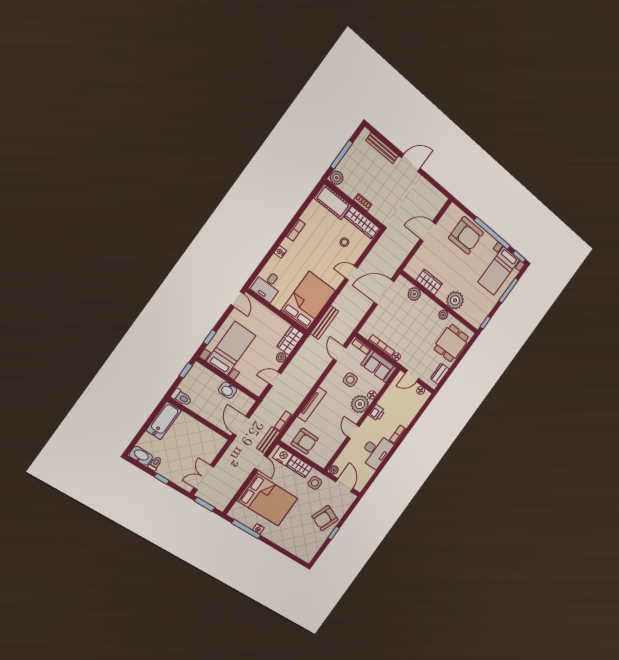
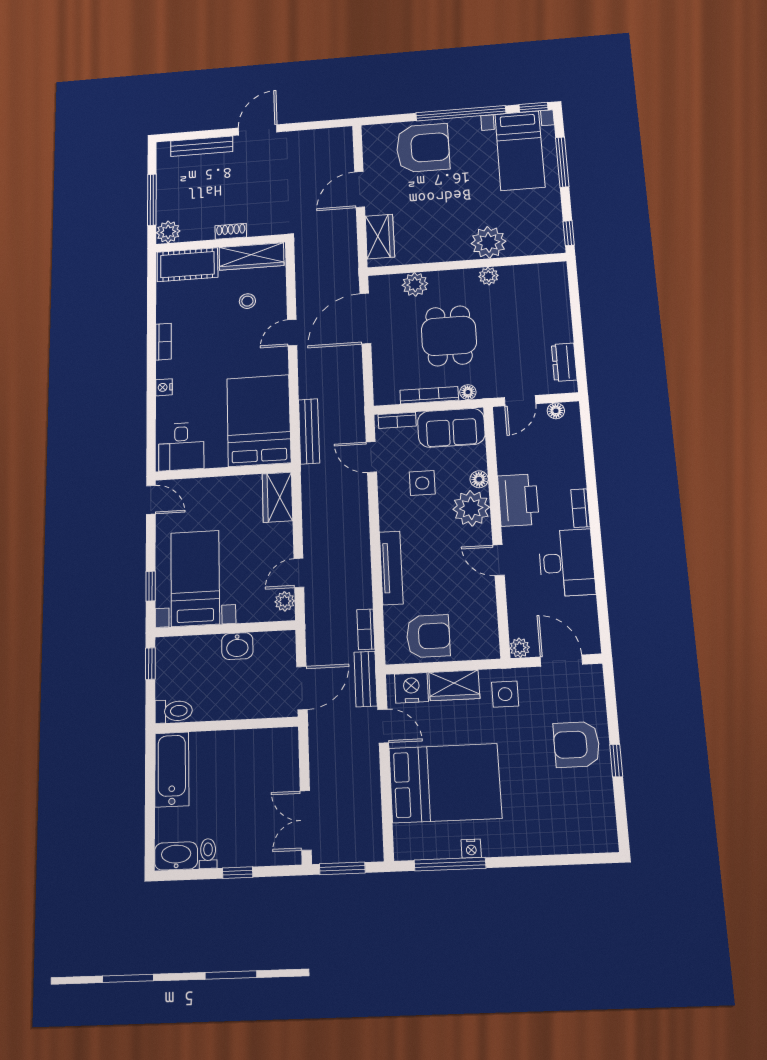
wardrobe: (429, 282) -> (380, 237), moved, turned 90
dining table: (451, 343) -> (449, 336), moved
plant: (281, 357) -> (285, 601), moved
printer: (377, 413) -> (518, 500), width x1.87, depth x1.48
door: (241, 426) -> (302, 688), swing flipped
armchair: (325, 518) -> (577, 744), turned 68

